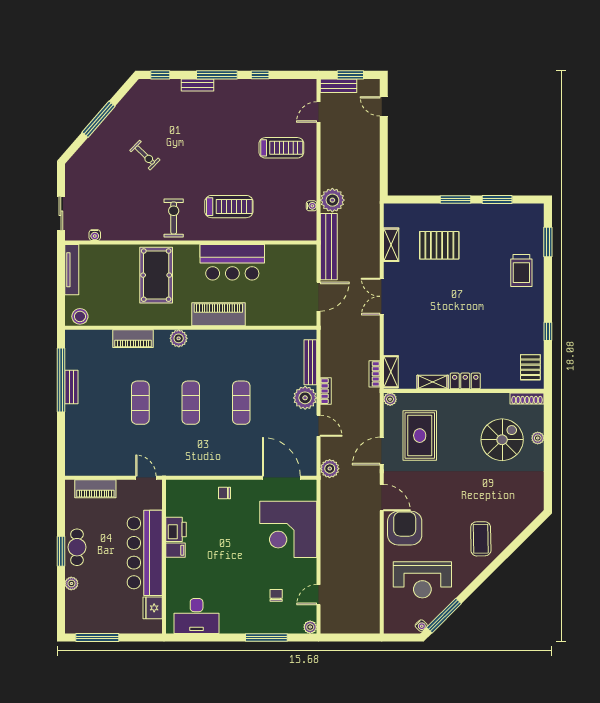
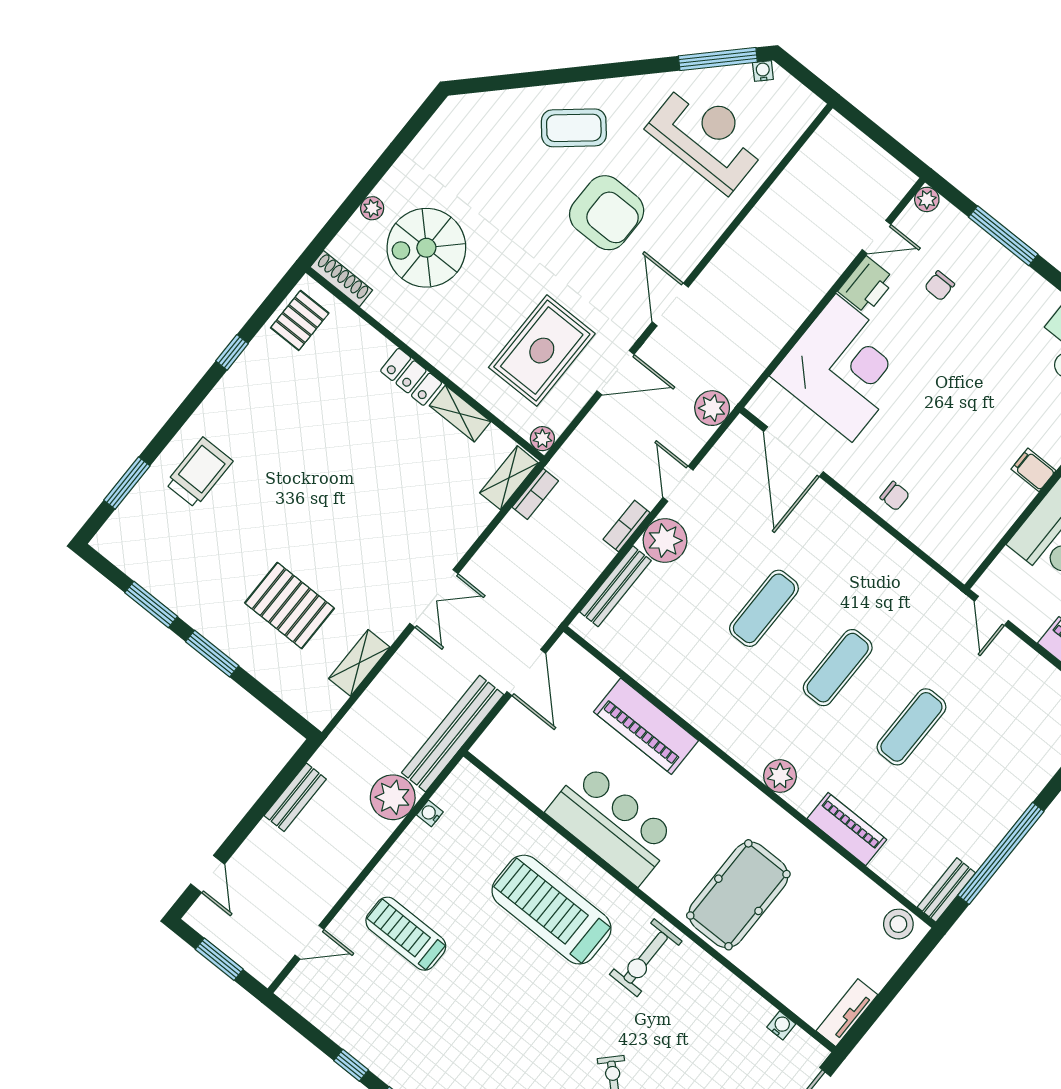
bench: (339, 86) -> (295, 797), moved, turned 90
treadmill: (229, 207) -> (552, 910), width x1.37, depth x1.38
tv unit: (72, 270) -> (847, 1013), width x0.71
door: (319, 297) -> (526, 672), swing flipped
piano: (218, 314) -> (646, 726), moved
bench: (71, 387) -> (946, 890), moved
armchair: (405, 528) -> (607, 213), moved, turned -90
printer: (176, 529) -> (867, 285), moved, turned 180
coffee table: (481, 539) -> (574, 128), turned 51

